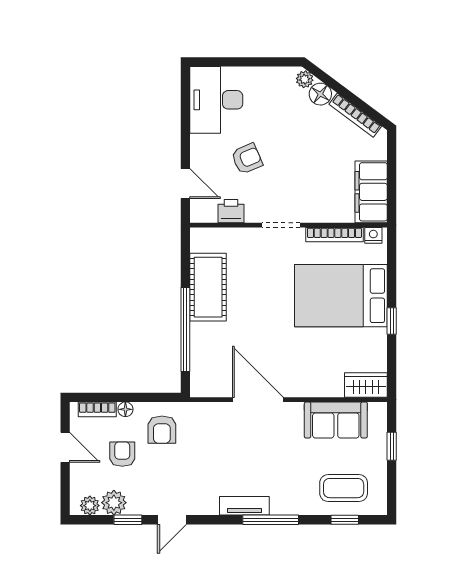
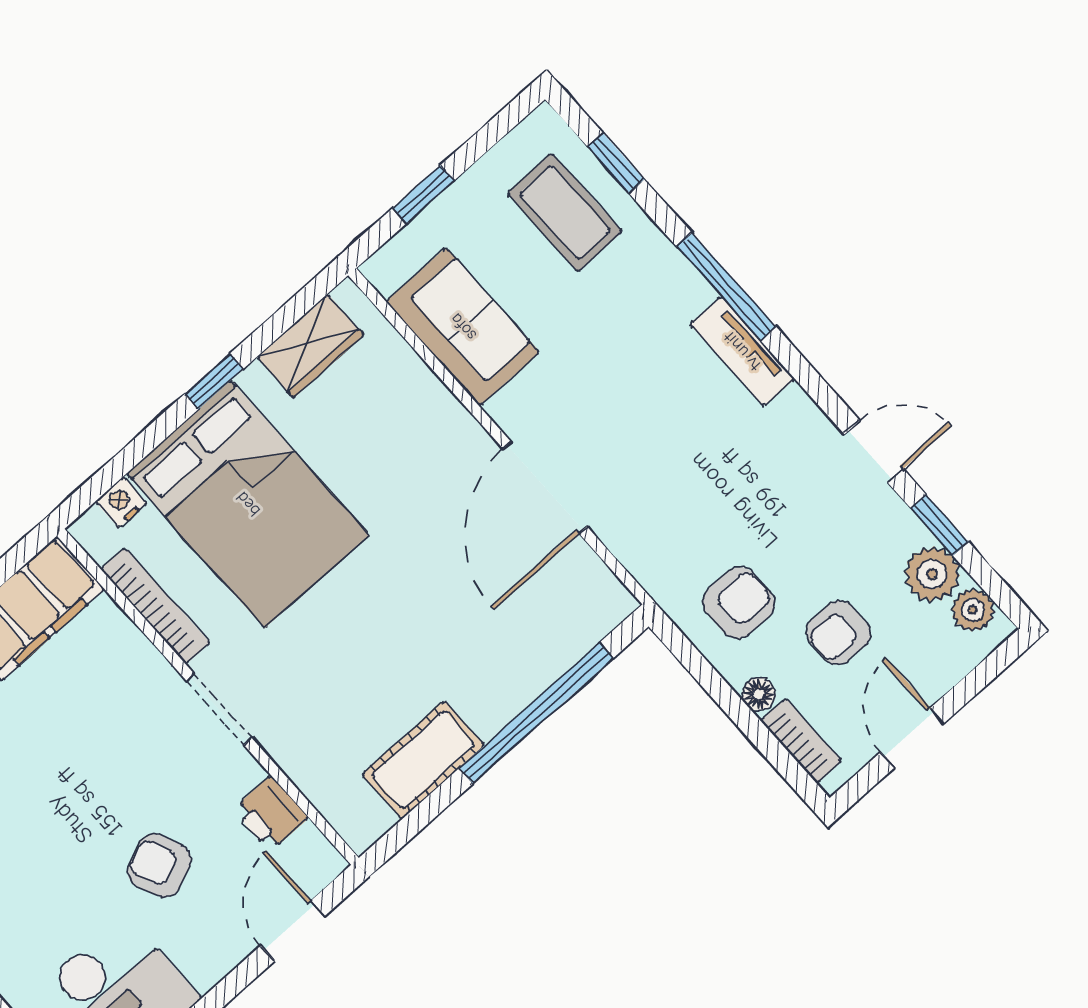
nightstand: (373, 235) -> (121, 502), moved, turned 90
cot: (208, 287) -> (423, 760), width x0.73, depth x0.75
wardrobe: (366, 385) -> (310, 346), moved, turned -90

